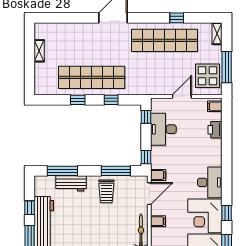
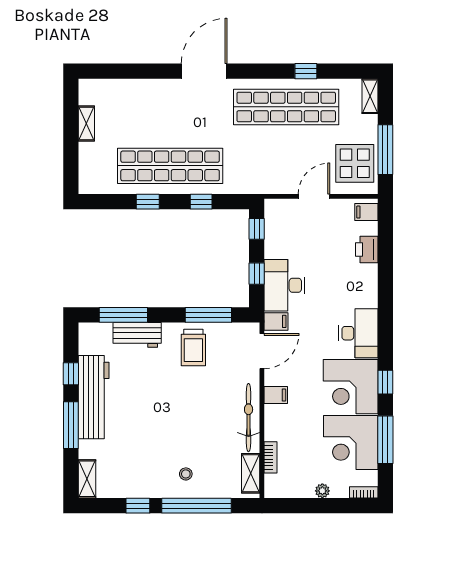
desk: (163, 129) -> (284, 285), moved
window: (146, 157) -> (257, 274), moved

